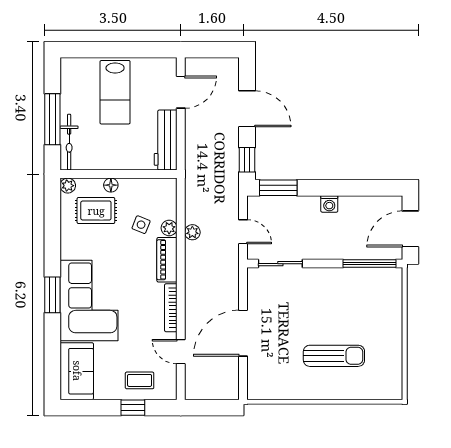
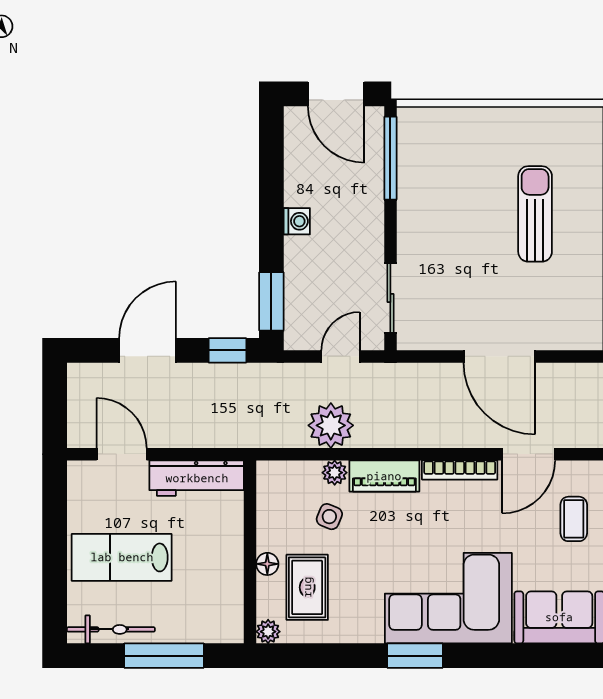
lab bench: (115, 92) -> (122, 557), turned 180
bicycle: (69, 142) -> (111, 629), moved
plant: (192, 232) -> (331, 425), width x1.88, depth x1.88
window: (52, 295) -> (415, 656), moved
door: (181, 352) -> (529, 454), width x1.38

